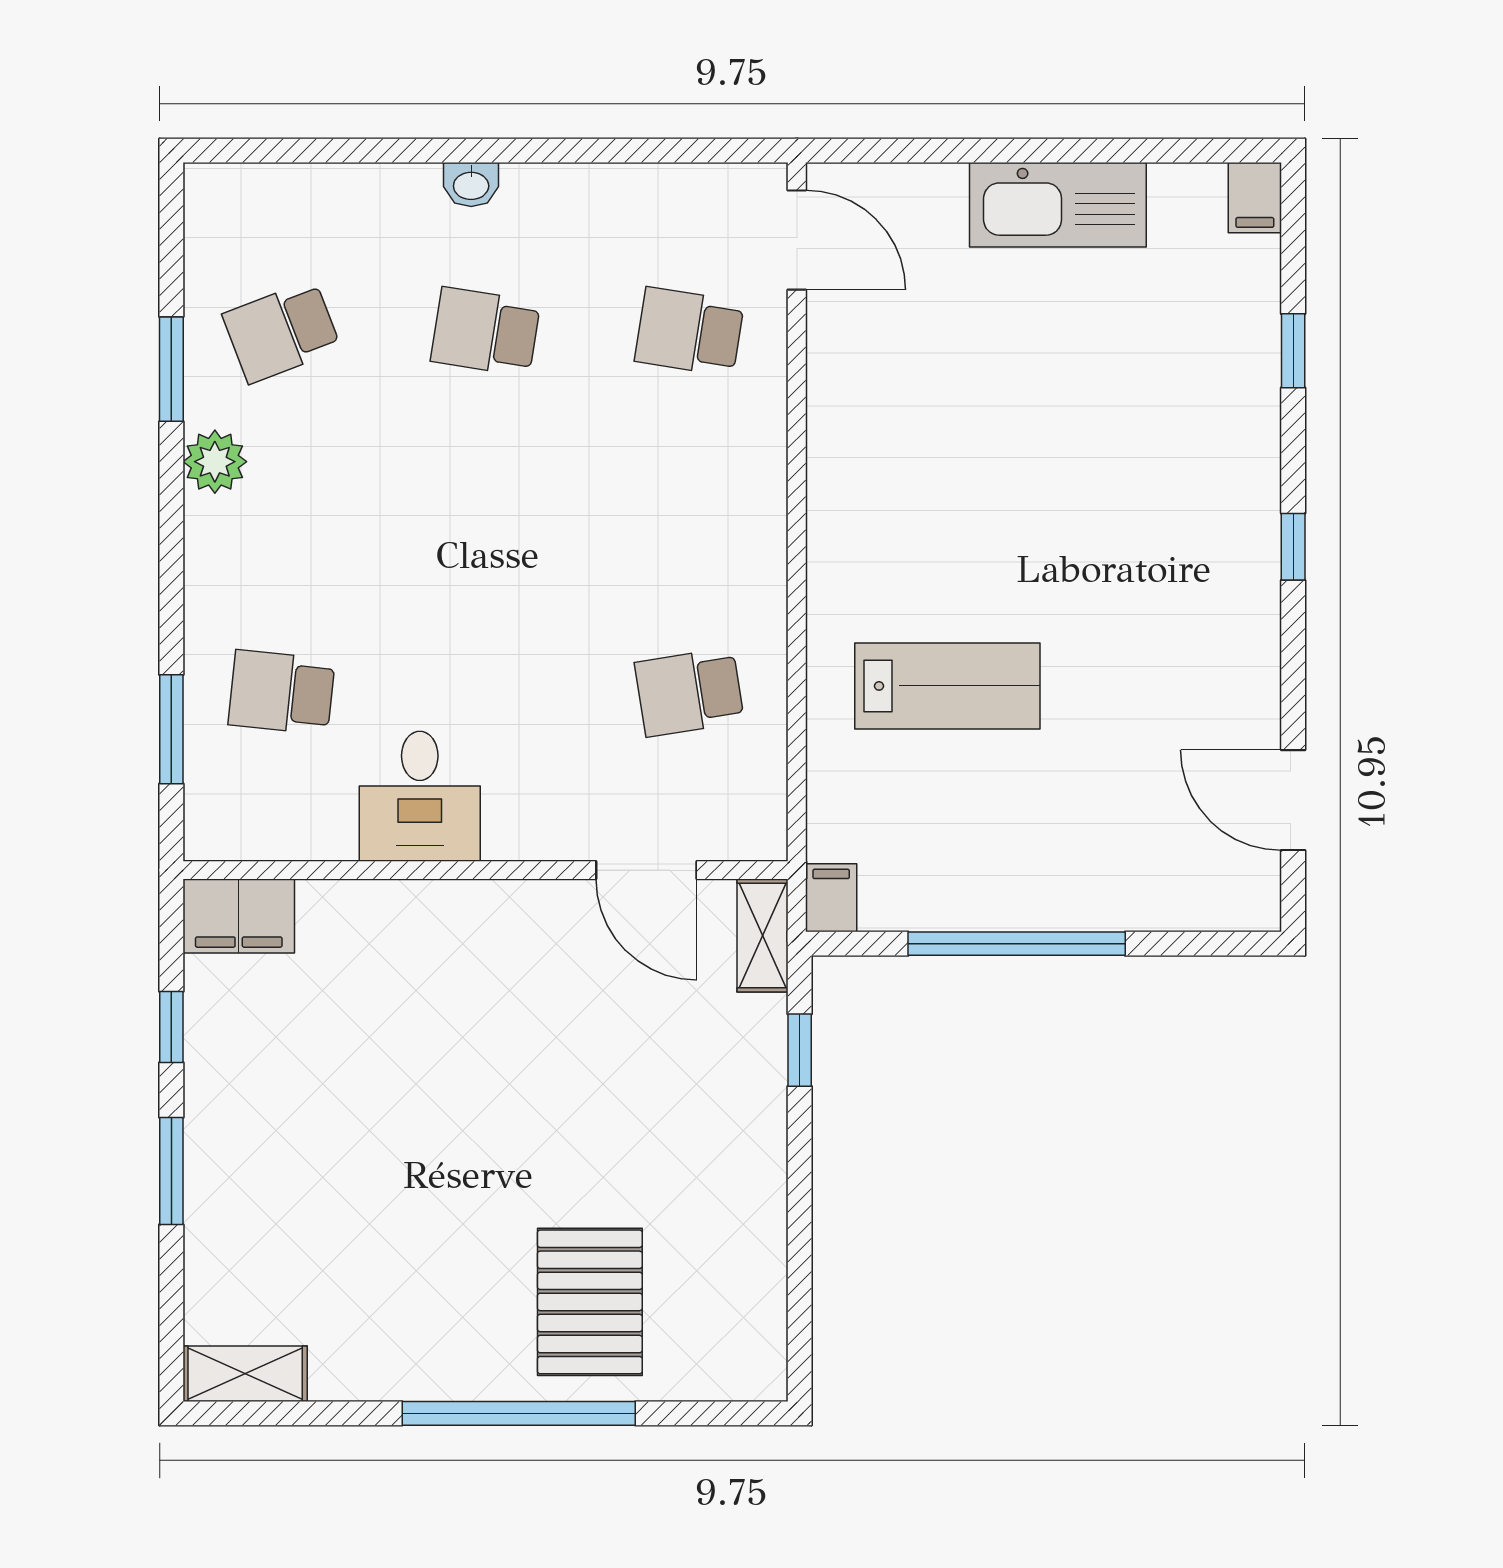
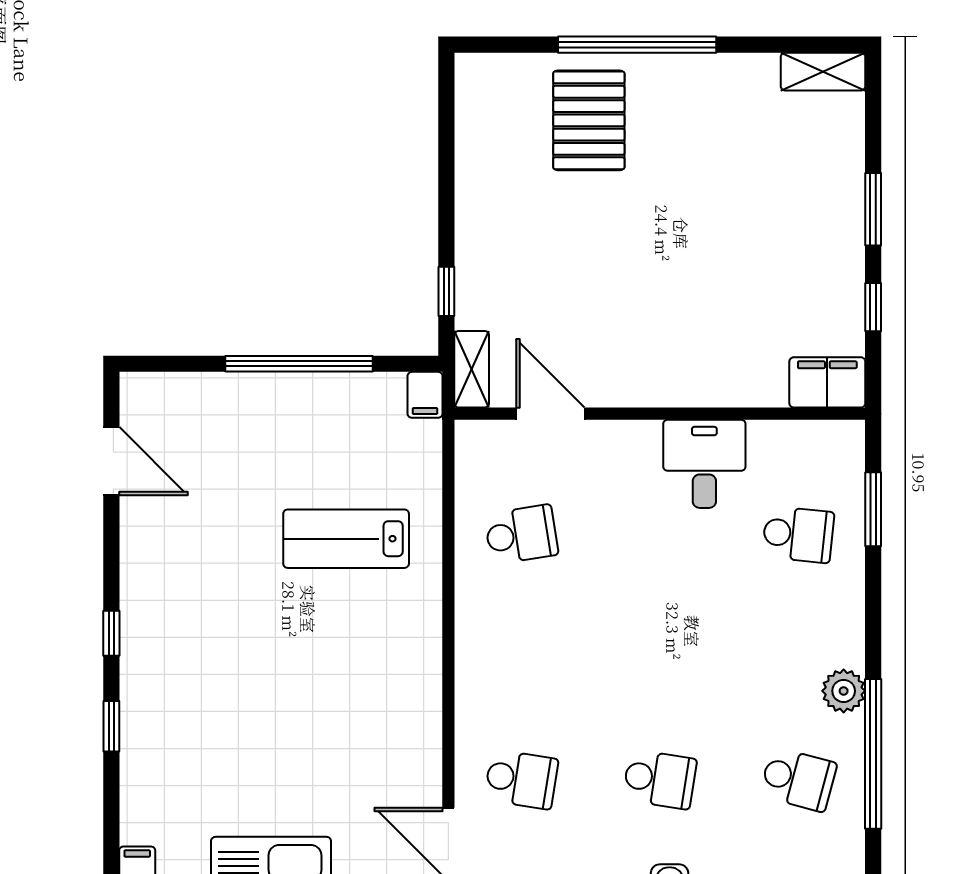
school desk: (282, 332) -> (798, 779), turned 36
window: (1293, 351) -> (111, 726), moved
window: (171, 369) -> (873, 754), width x2.11

